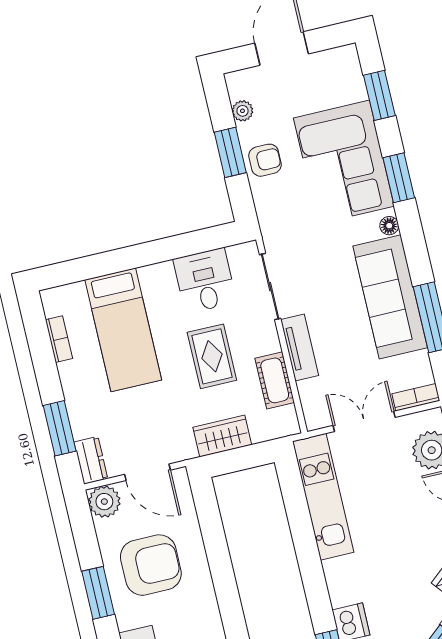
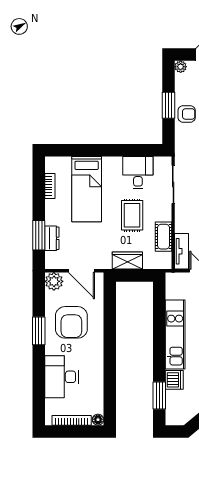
plant: (242, 111) -> (181, 67), moved
tv unit: (300, 347) -> (181, 251), moved
dresser: (91, 460) -> (52, 238), moved
kitchen unit: (323, 497) -> (175, 335), moved
armchair: (151, 565) -> (71, 322), turned 90

